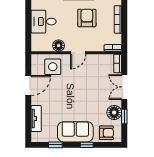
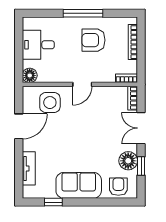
armchair: (87, 18) -> (93, 40), turned -90
floor lamp: (59, 46) -> (30, 75), moved
armchair: (106, 133) -> (118, 187), turned -90
window: (87, 145) -> (93, 202), removed

